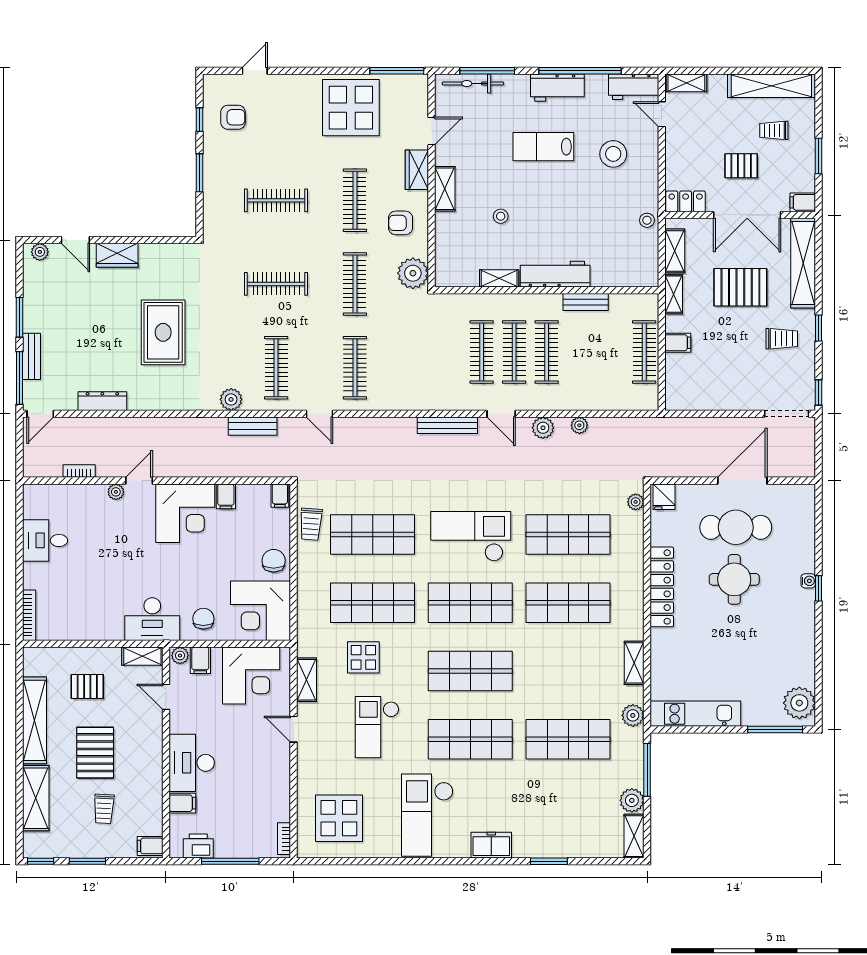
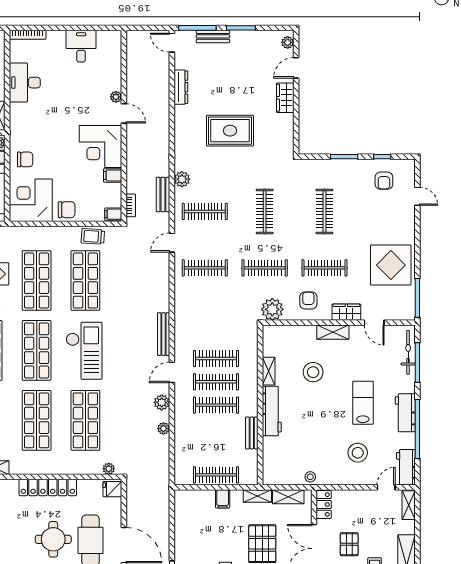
stool: (501, 216) -> (313, 372), width x1.89, depth x1.89
bookcase: (79, 471) -> (131, 205), moved
desk: (152, 619) -> (25, 83), moved

